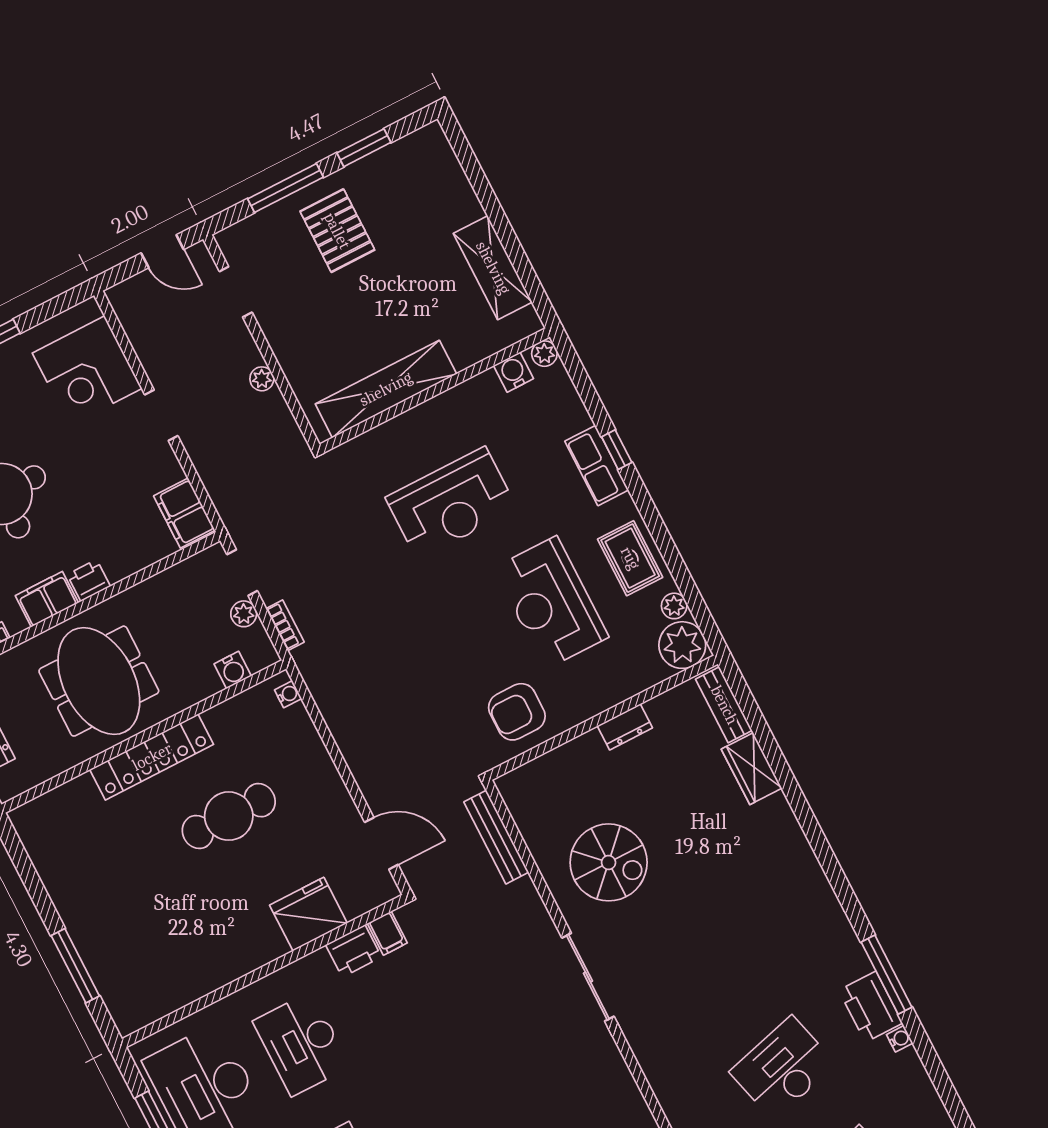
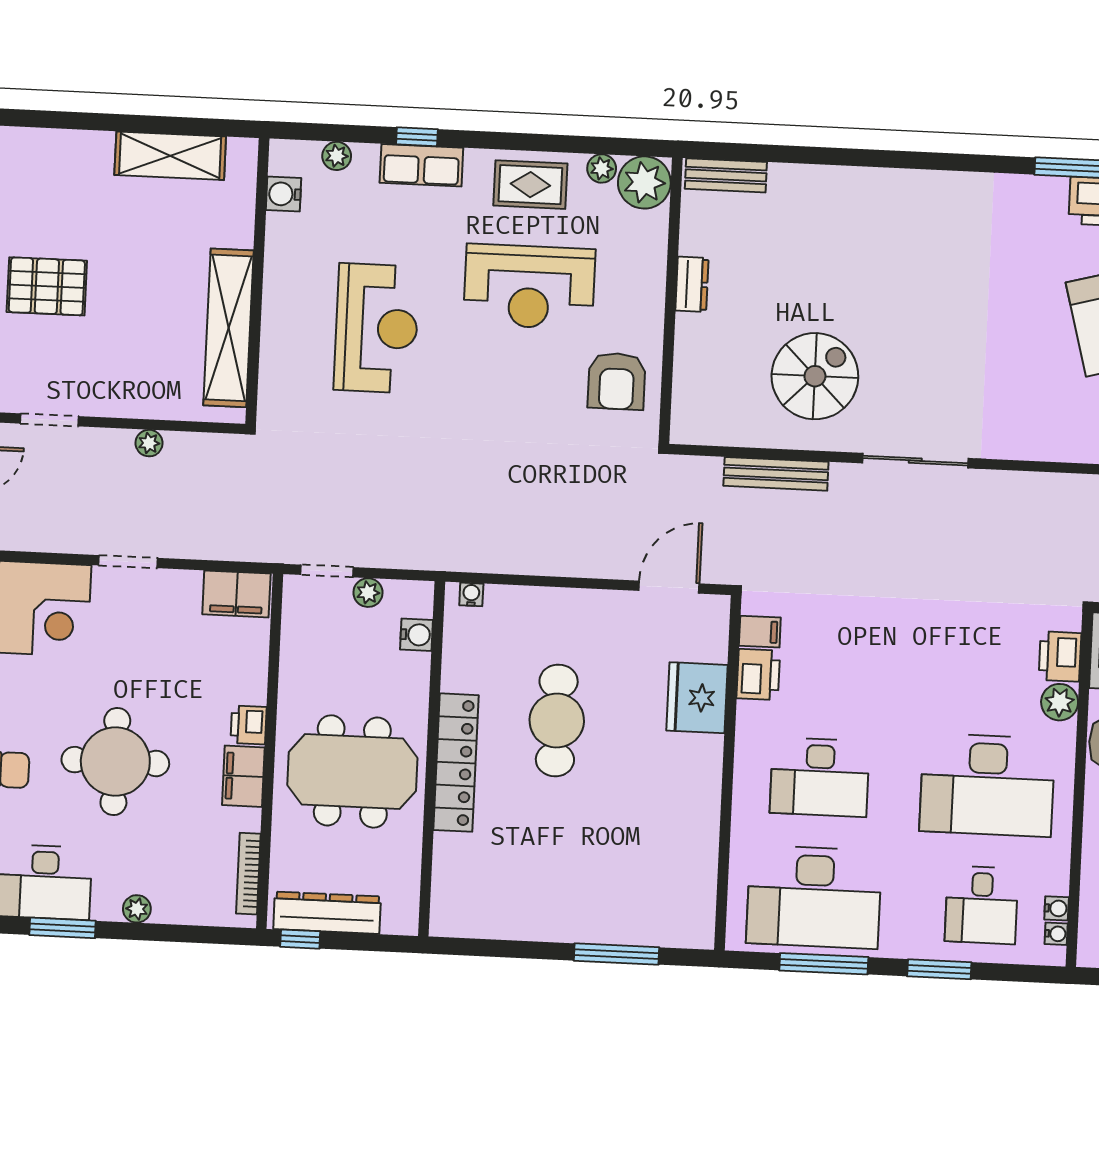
plant: (544, 354) -> (337, 156), moved
bookcase: (285, 625) -> (402, 559), removed
wardrobe: (752, 769) -> (804, 184), removed
bench: (496, 837) -> (776, 474), moved

